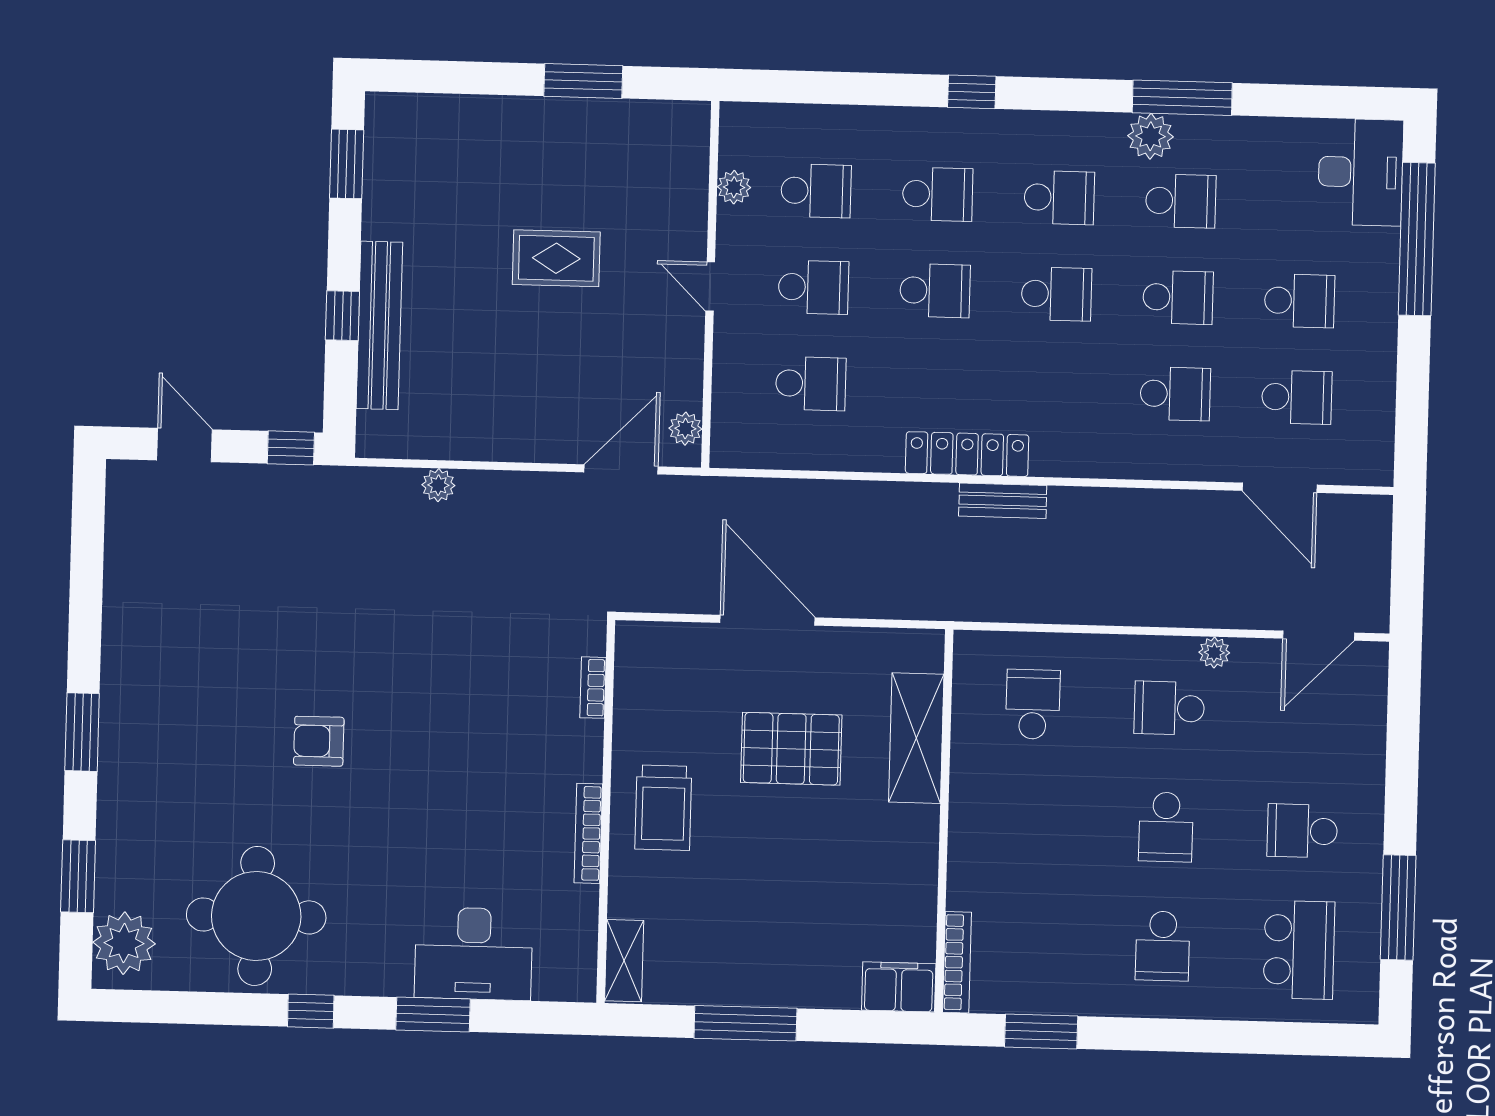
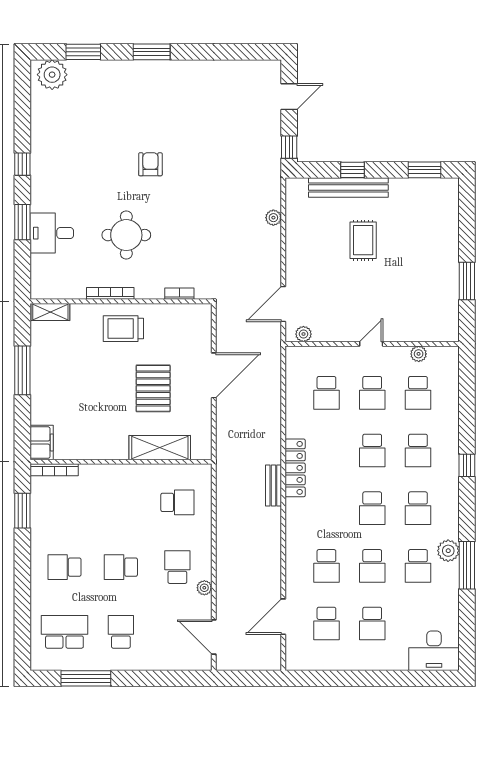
window: (1417, 239) -> (403, 678), removed
rug: (556, 258) -> (363, 240), moved
door: (621, 469) -> (283, 304), swing flipped
round table: (256, 916) -> (126, 235), moved, width x0.73, depth x0.73
school desk: (1299, 950) -> (64, 632), turned 180
desk: (474, 954) -> (52, 233), width x0.73

